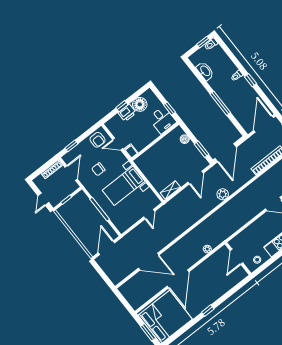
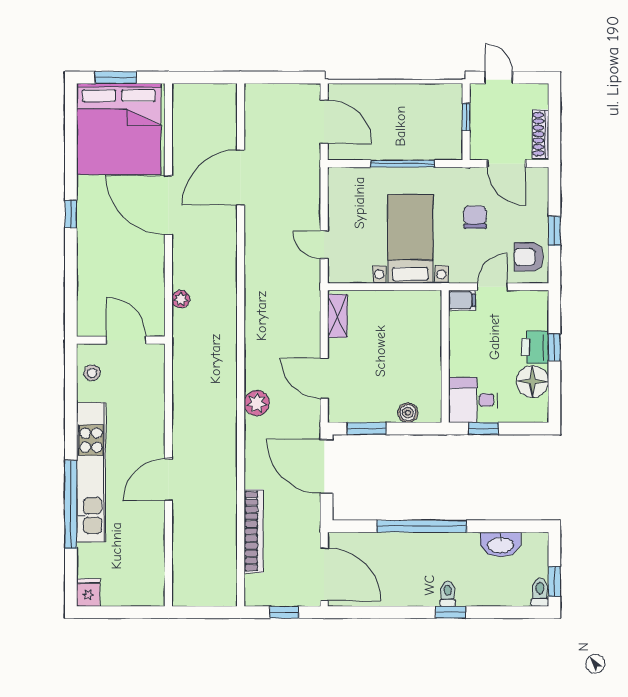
window: (250, 80) -> (451, 612), moved
window: (220, 103) -> (422, 526), width x1.46
window: (71, 146) -> (554, 231), moved

